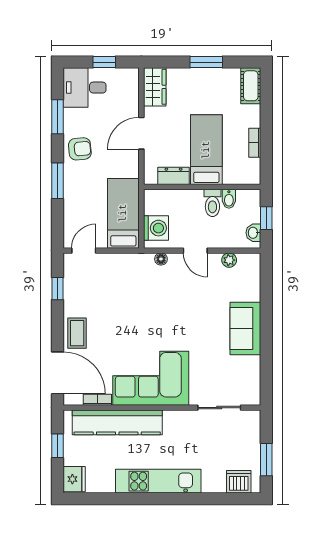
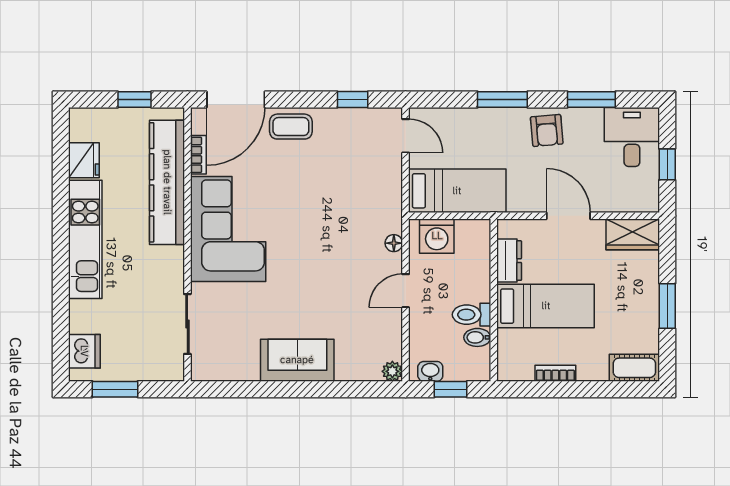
plant: (229, 260) -> (392, 371), moved
fridge: (74, 479) -> (84, 160), moved, turned -90

